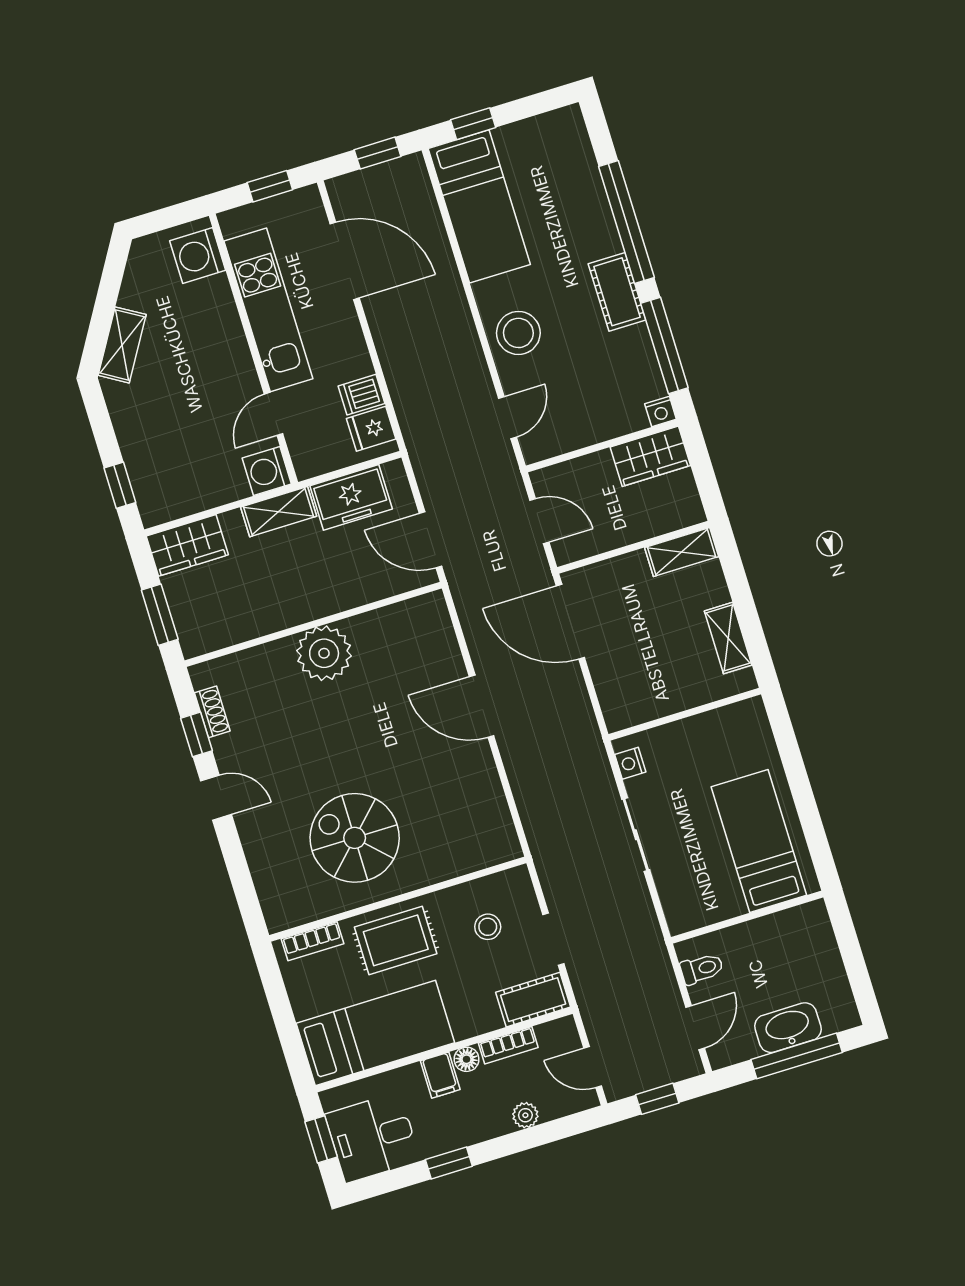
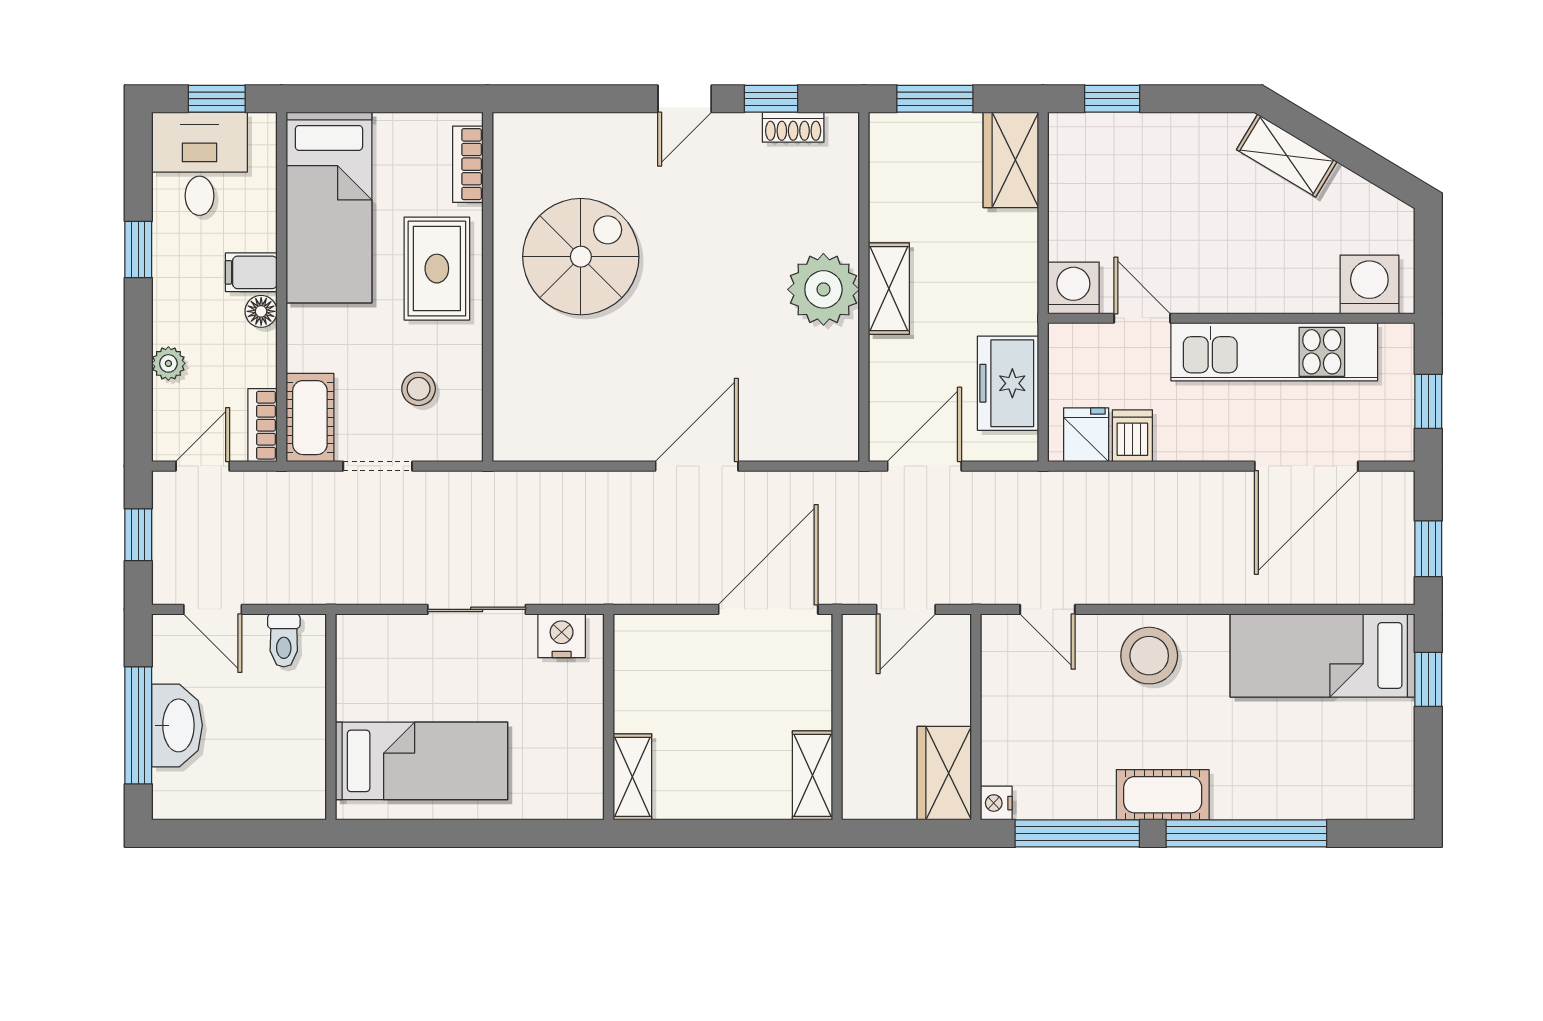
shelving: (279, 512) -> (889, 289), moved
shelving: (728, 638) -> (632, 777), moved, turned 90
nightstand: (630, 763) -> (562, 636), width x1.39, depth x1.35
bookcase: (508, 1045) -> (262, 425), moved

